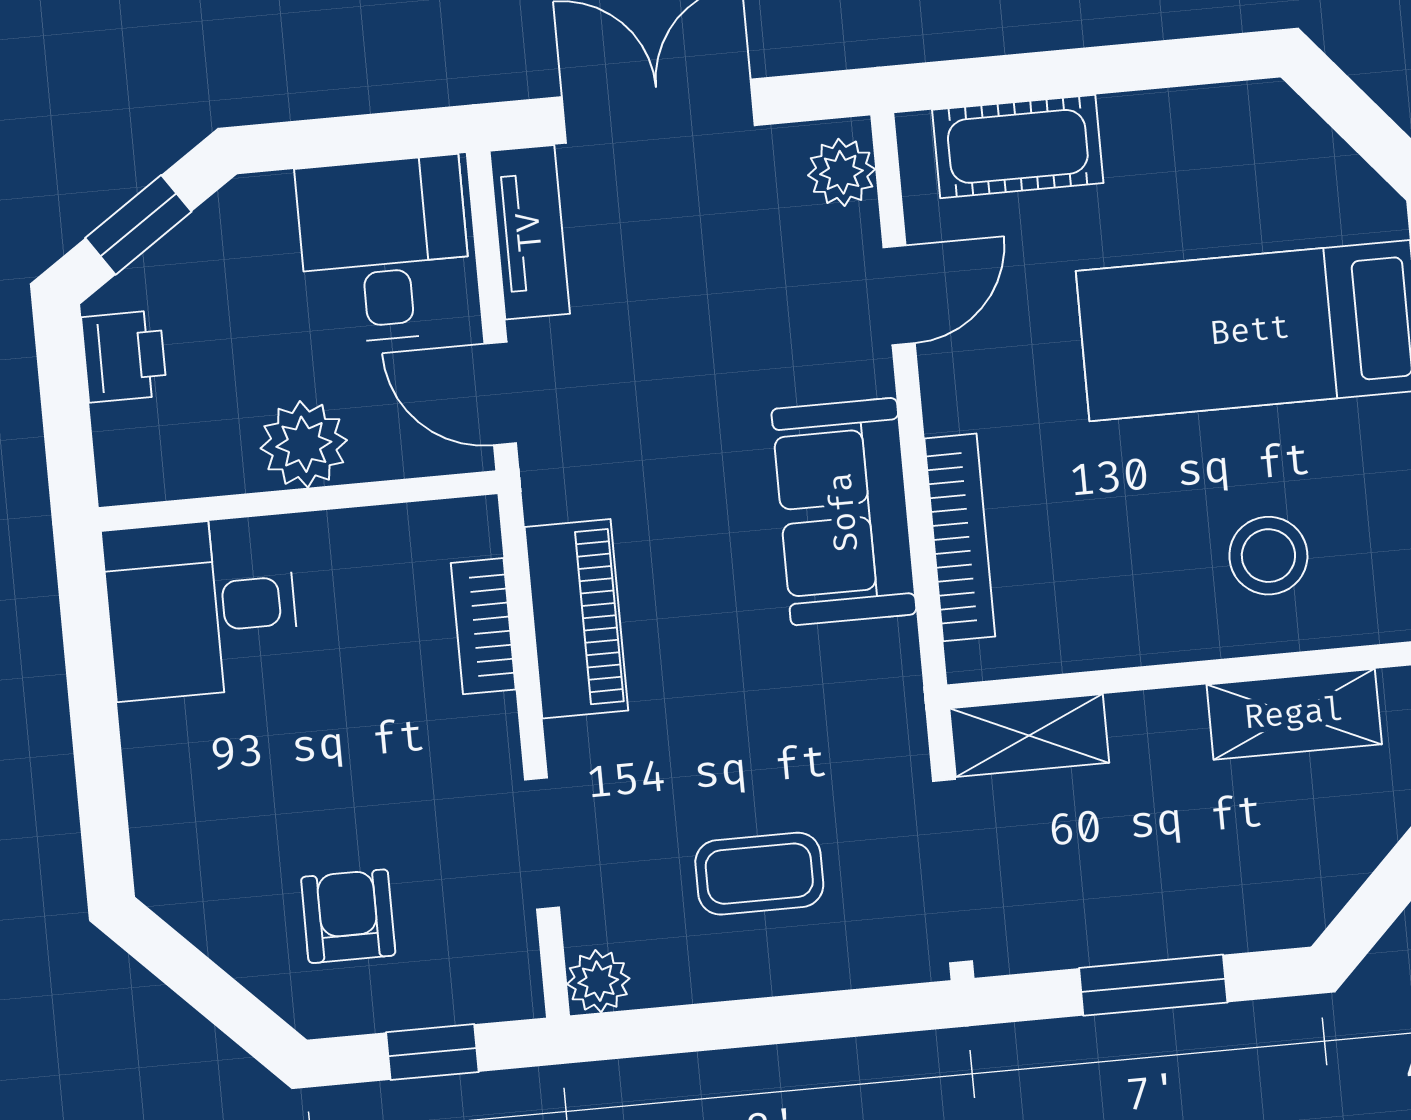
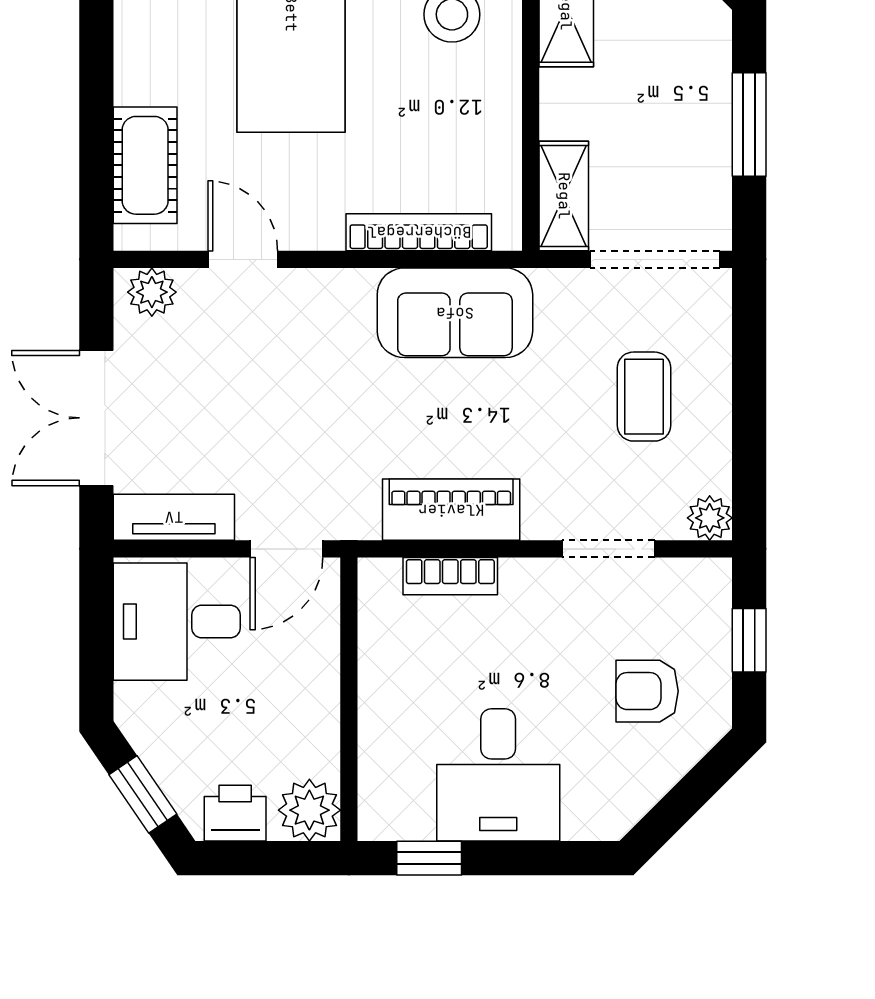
plant: (304, 444) -> (309, 810), moved
sofa: (844, 512) -> (455, 313), moved
desk: (201, 608) -> (498, 775), moved
window: (86, 633) -> (429, 858), added

